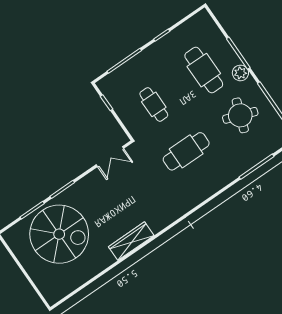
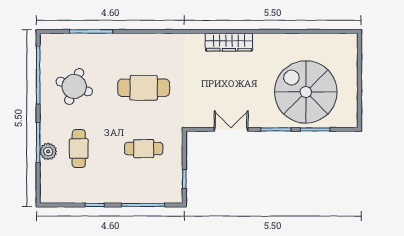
cafe table: (204, 70) -> (79, 149), width x0.73, depth x0.74
plant: (240, 73) -> (48, 151), moved
cafe table: (154, 104) -> (144, 149), turned 90
double door: (110, 157) -> (231, 129), moved
wardrobe: (131, 241) -> (229, 42), moved

